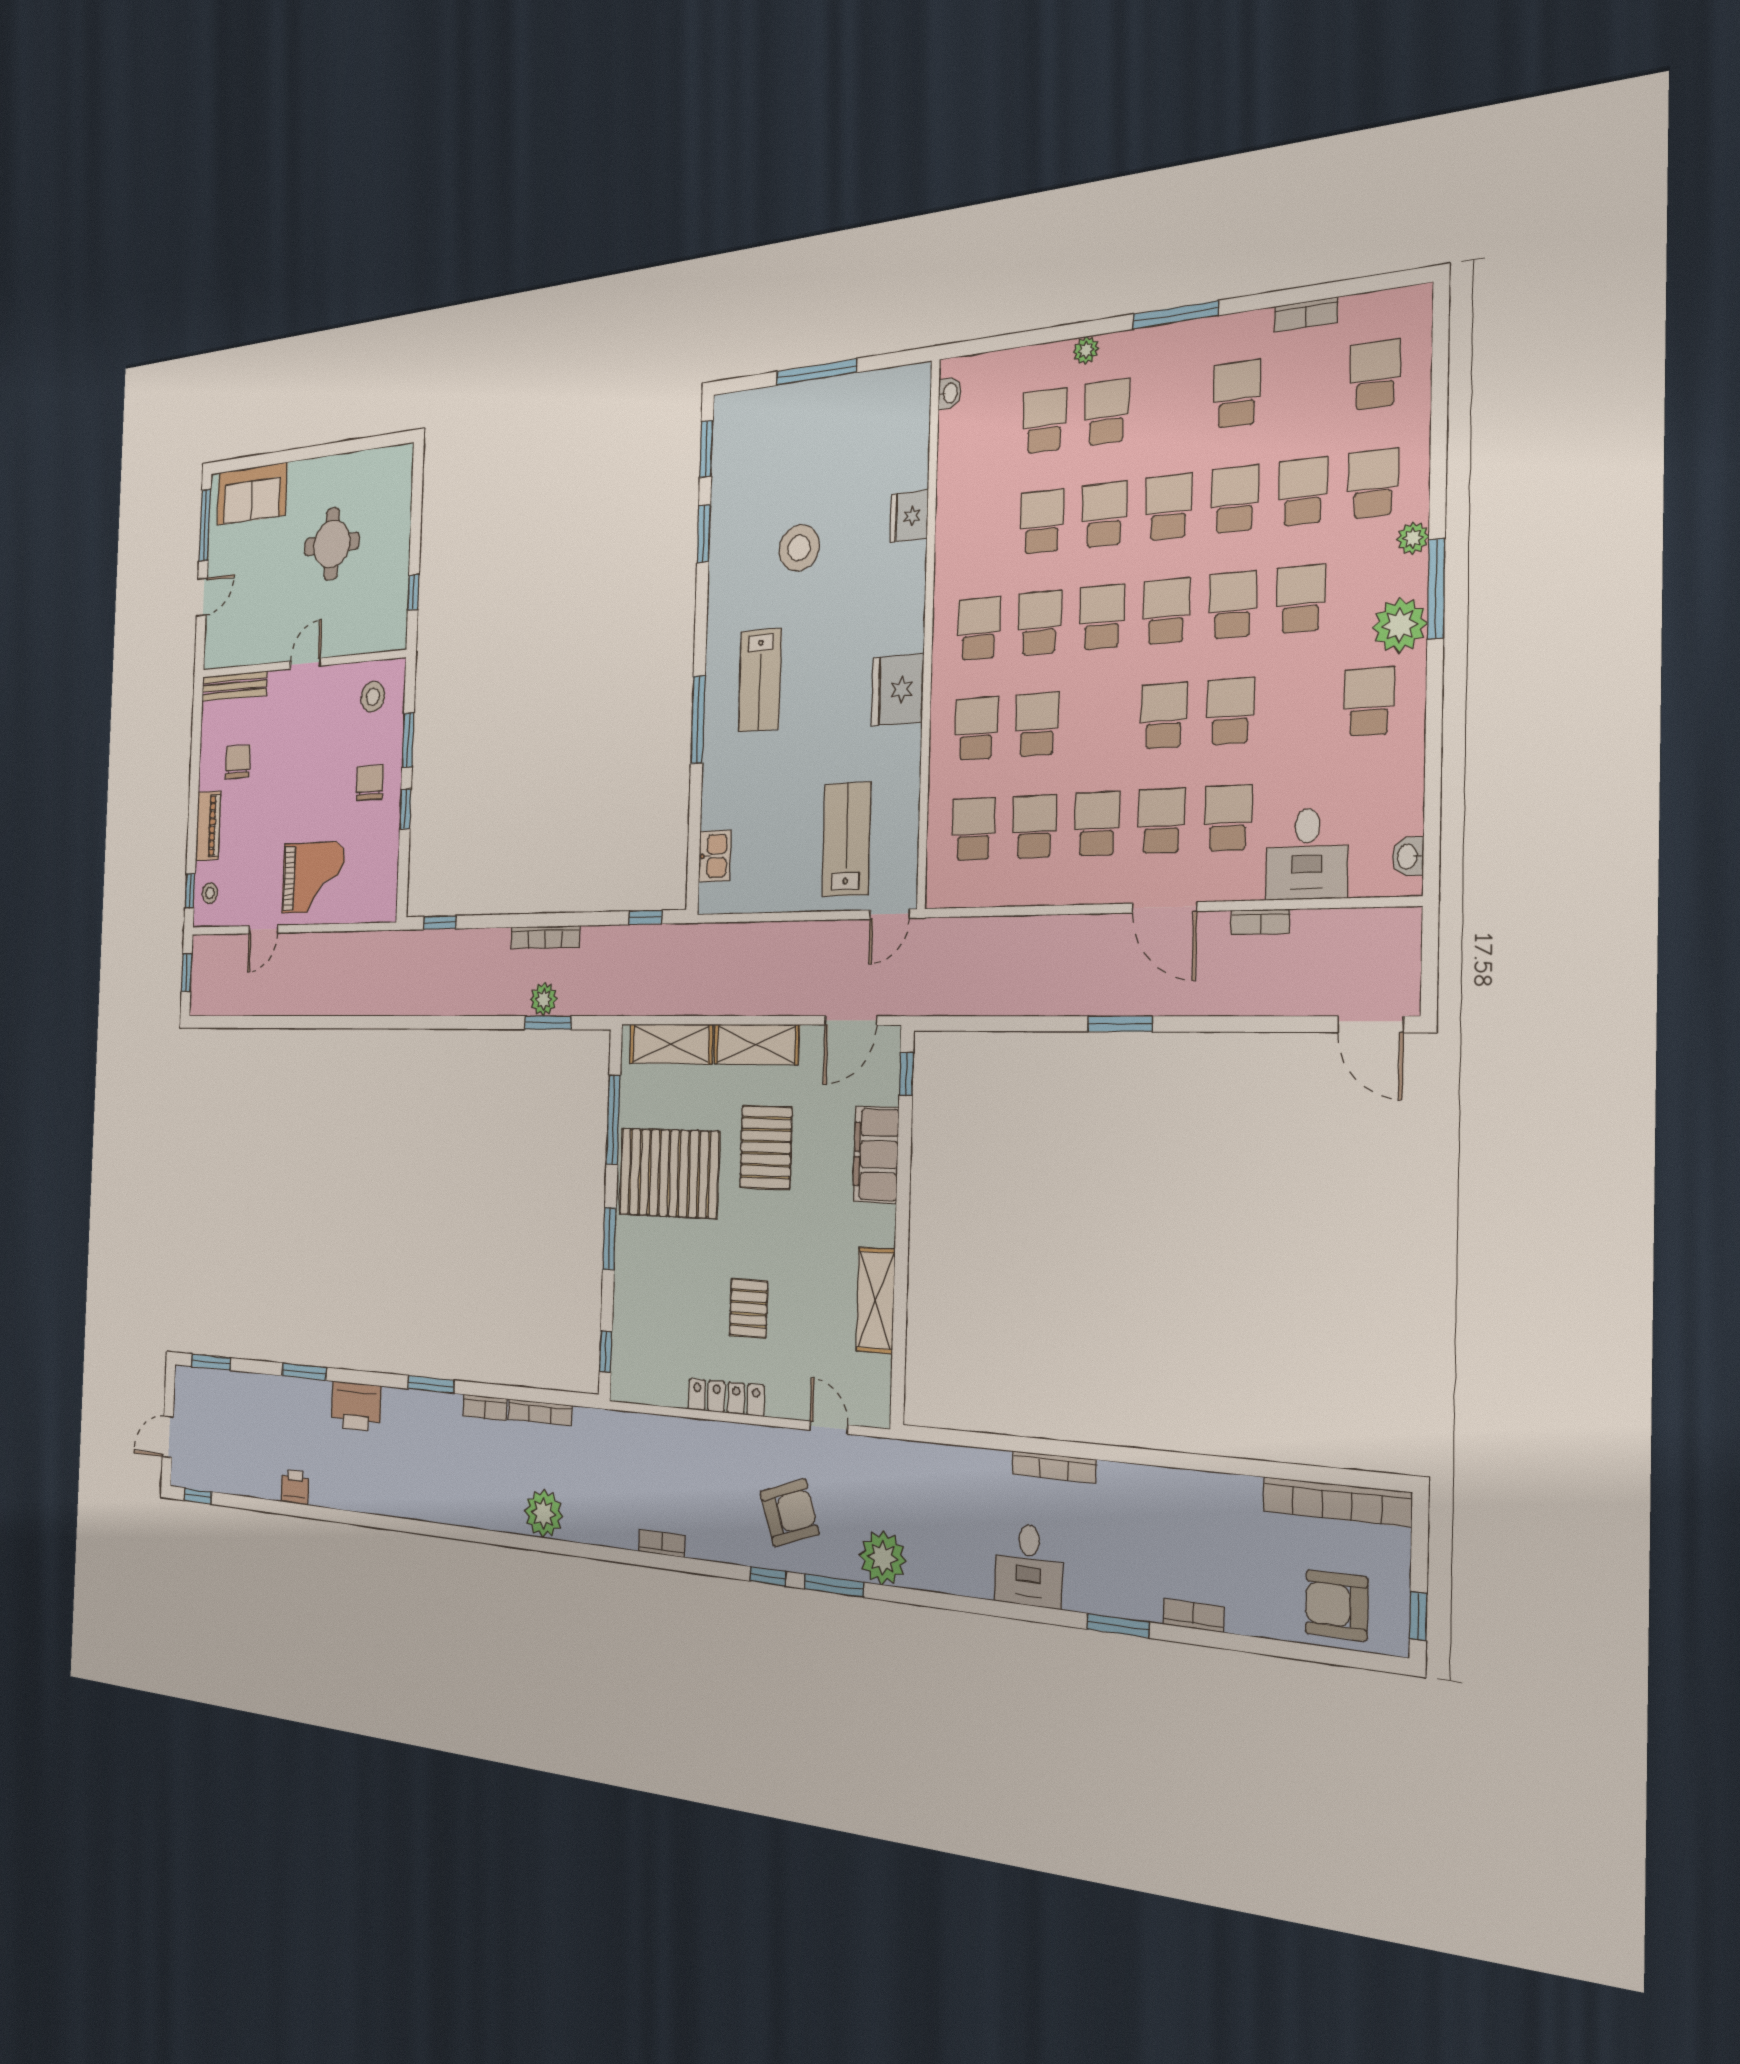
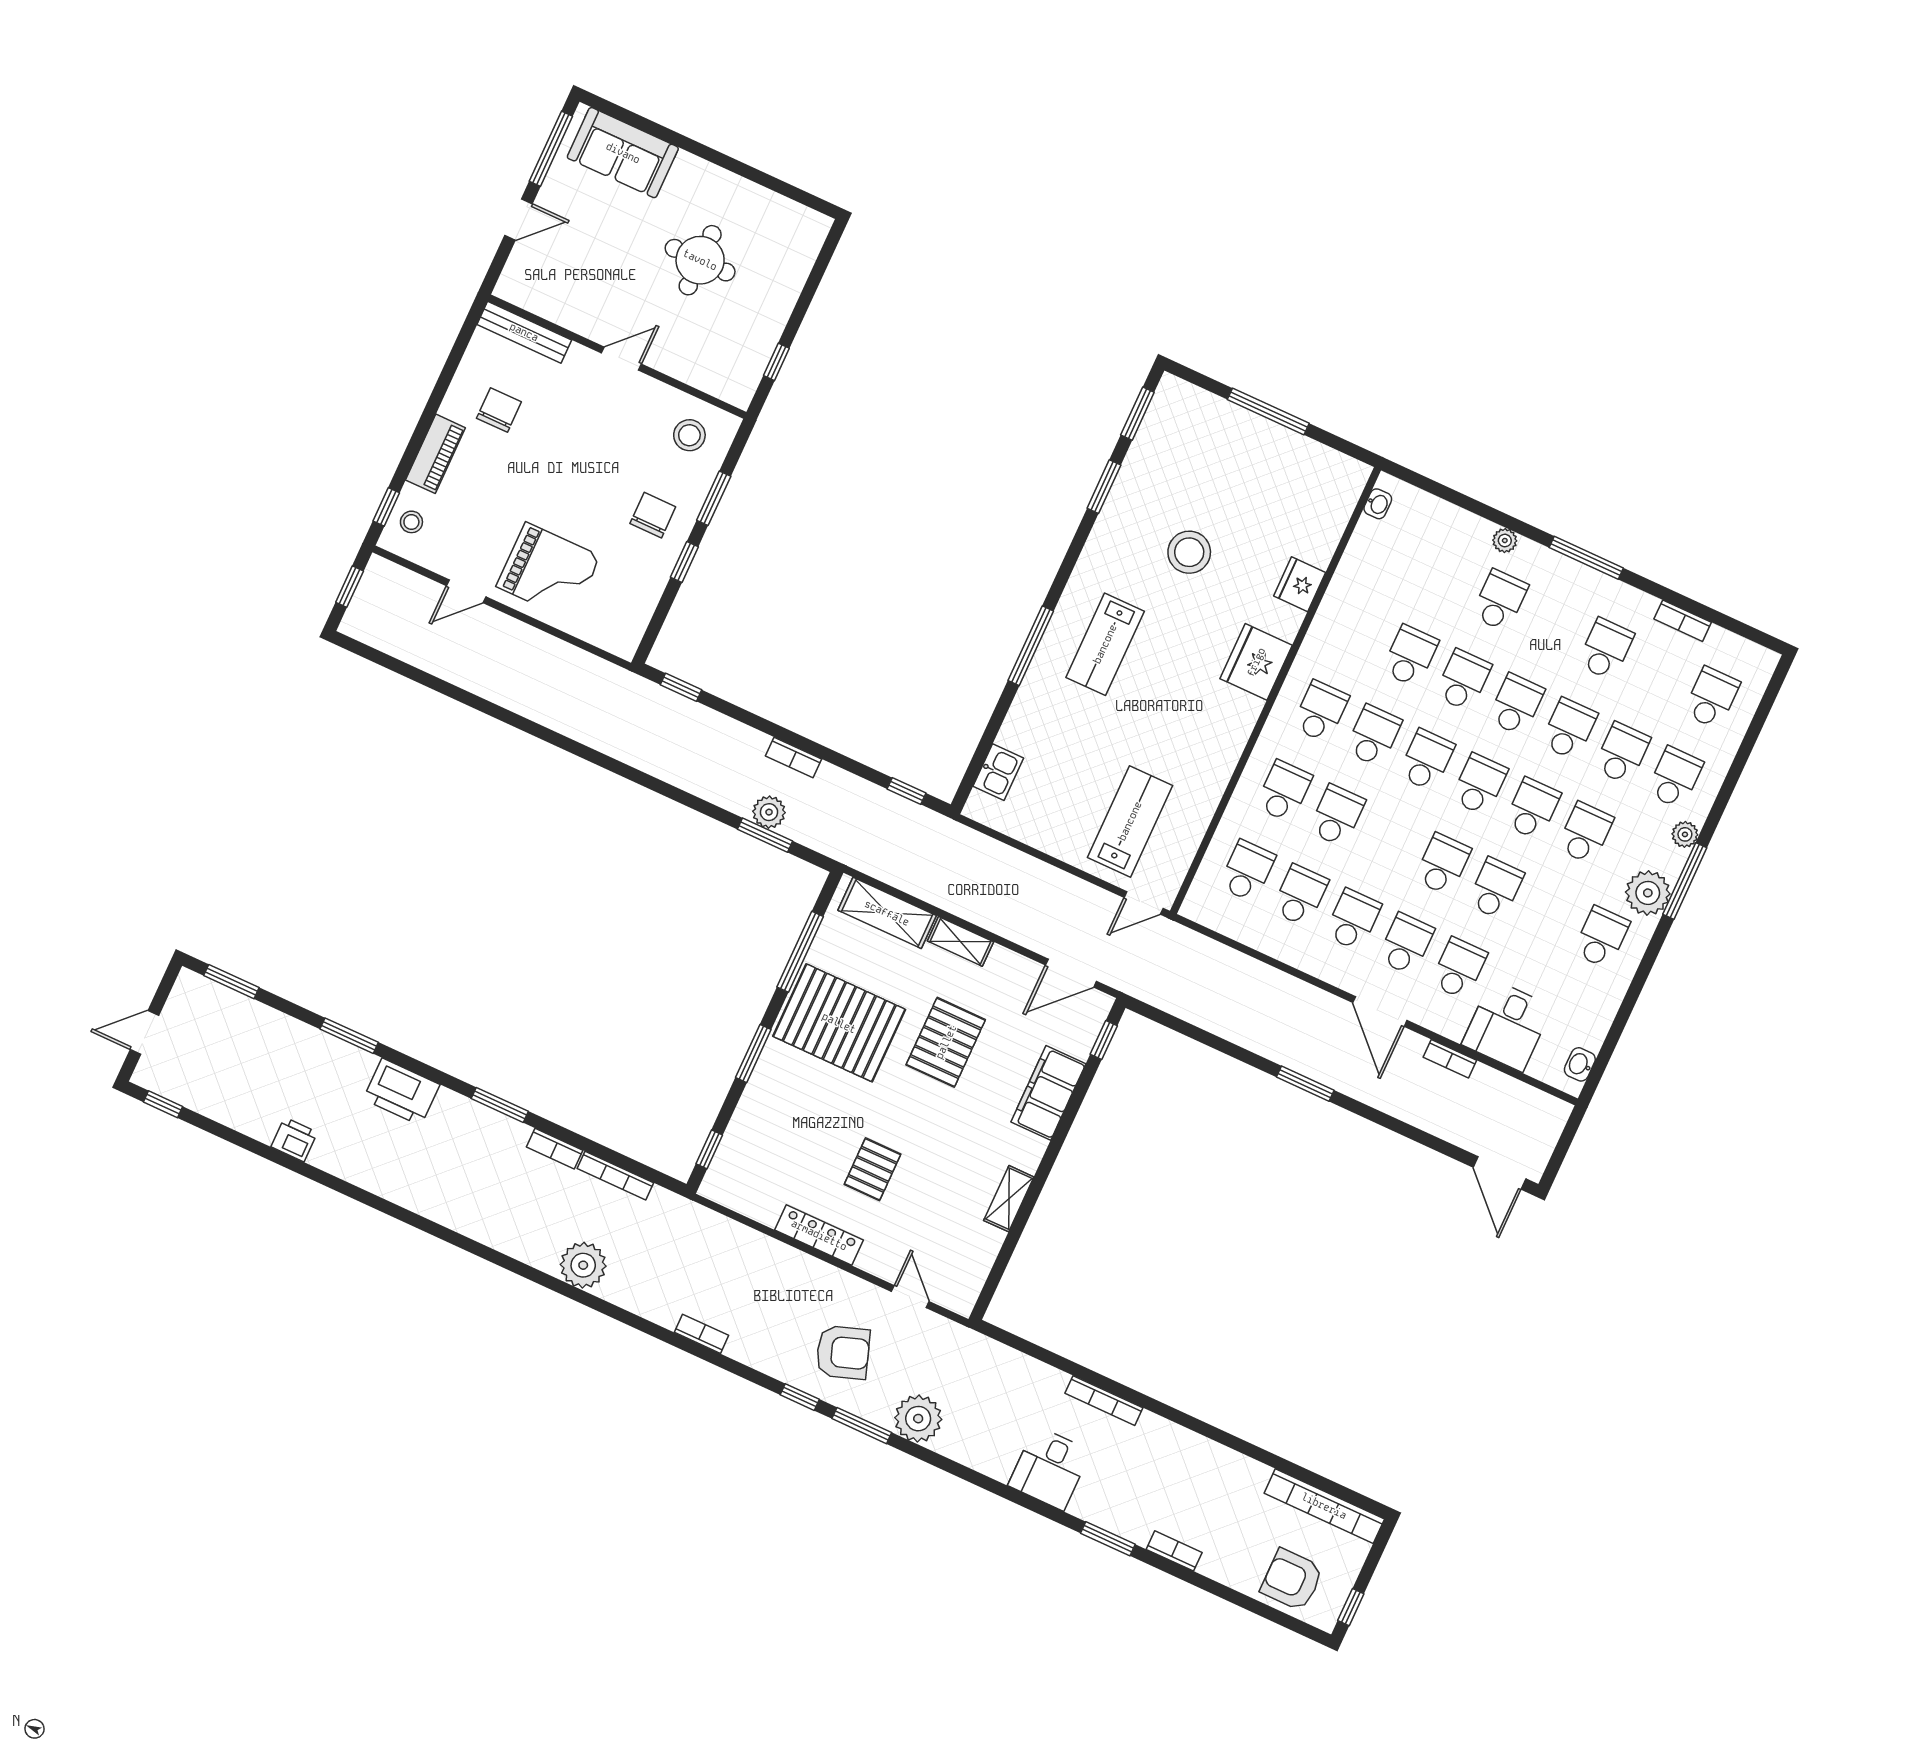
school desk: (1044, 421) -> (1447, 576), removed
fridge: (897, 690) -> (1256, 662), moved
bookcase: (545, 937) -> (793, 757), width x0.64
shelving: (756, 1044) -> (960, 941), width x0.67, depth x0.75
shelving: (876, 1300) -> (1009, 1199), width x0.67, depth x0.75

